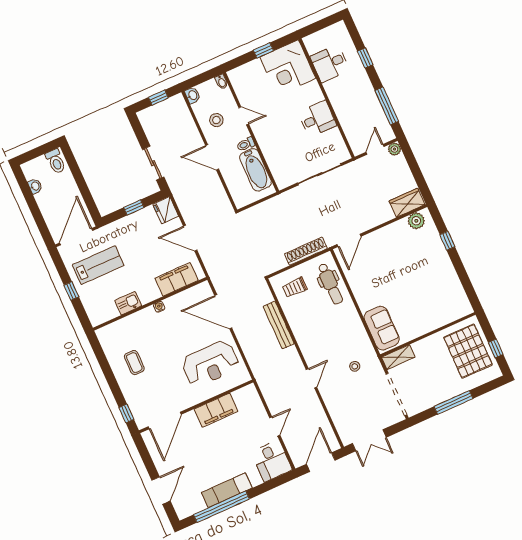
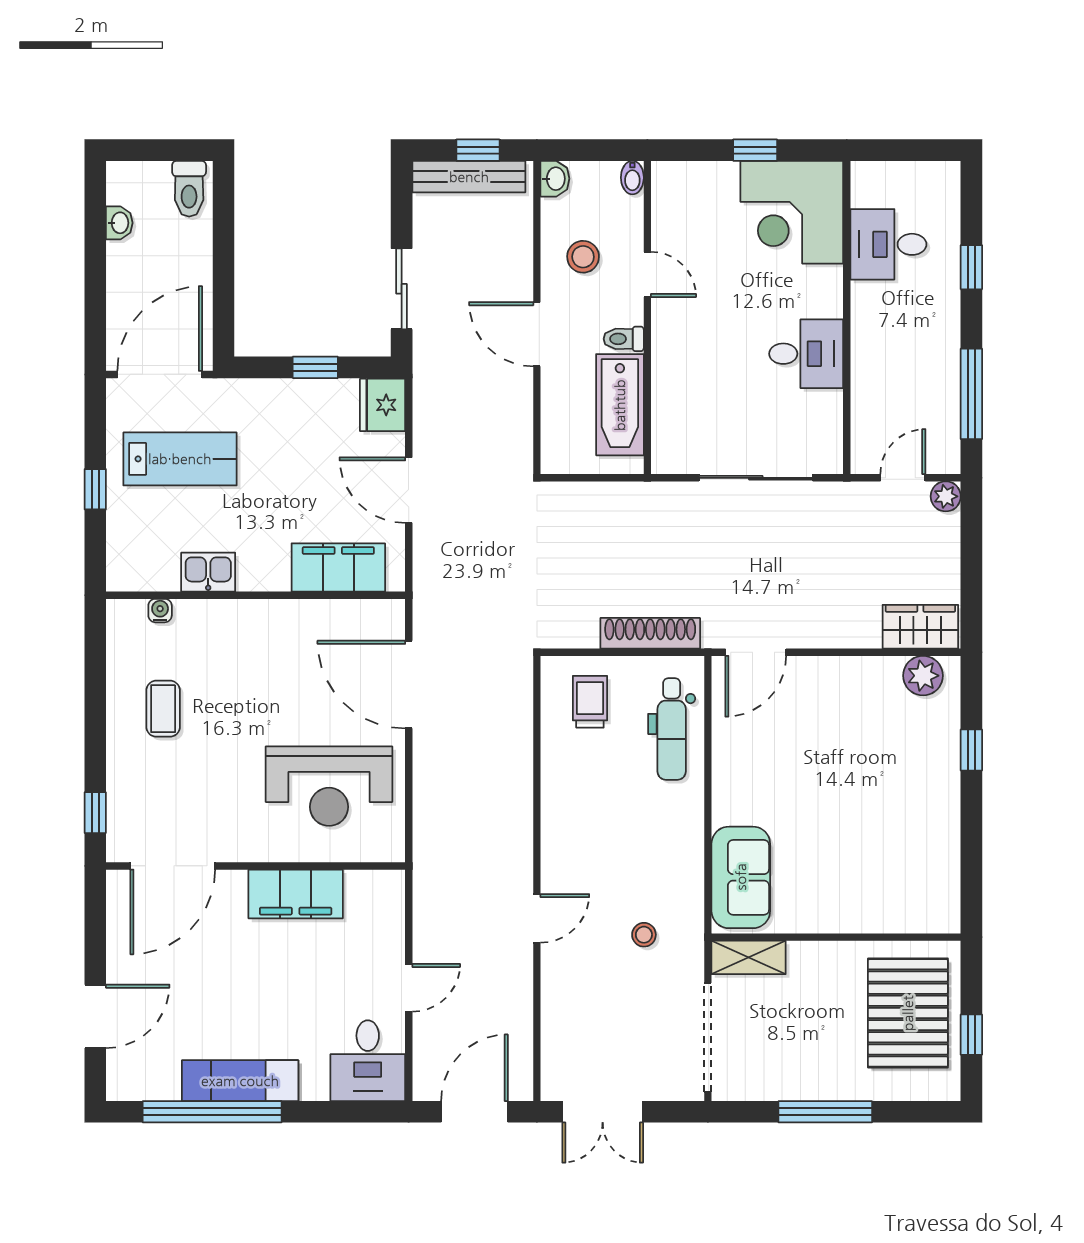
trolley: (295, 287) -> (590, 702), turned 90
water cooler: (159, 307) -> (160, 611), moved
bench: (279, 325) -> (469, 177), moved, turned 90

